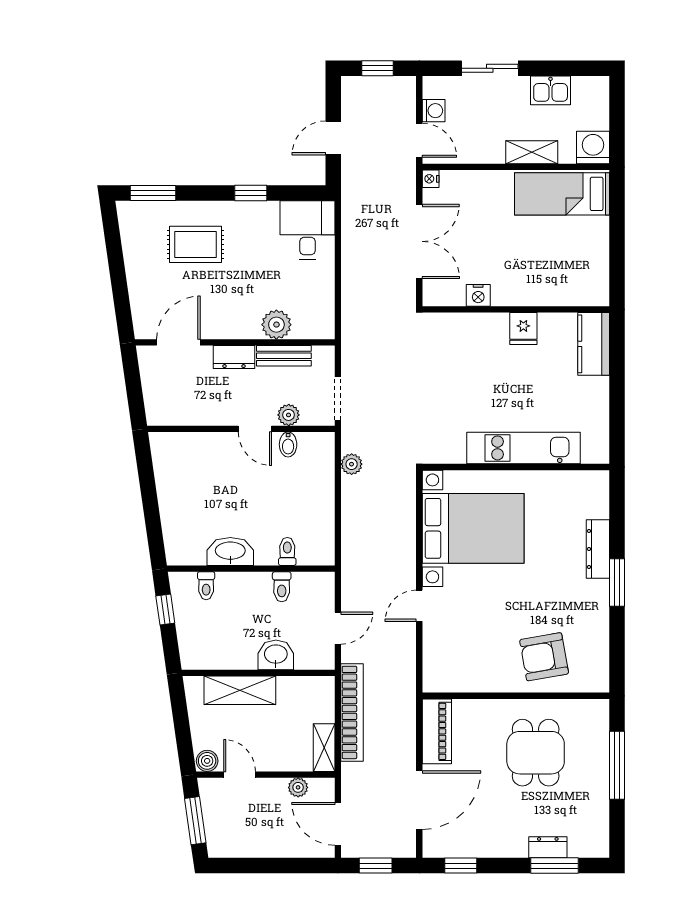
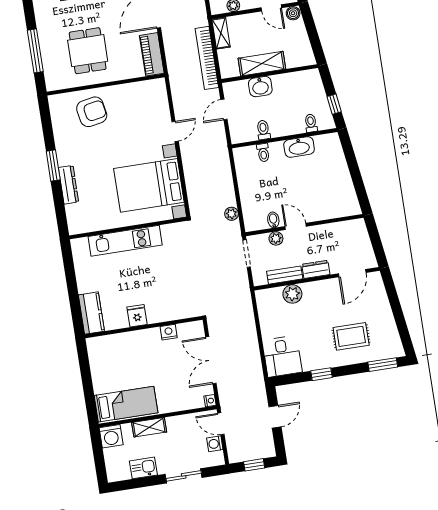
shelving: (240, 690) -> (262, 64), moved

